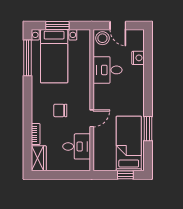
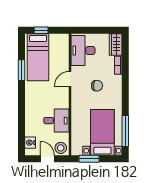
window: (57, 26) -> (89, 159), moved
nightstand: (138, 58) -> (30, 143), moved
desk: (77, 146) -> (83, 51), width x1.37

